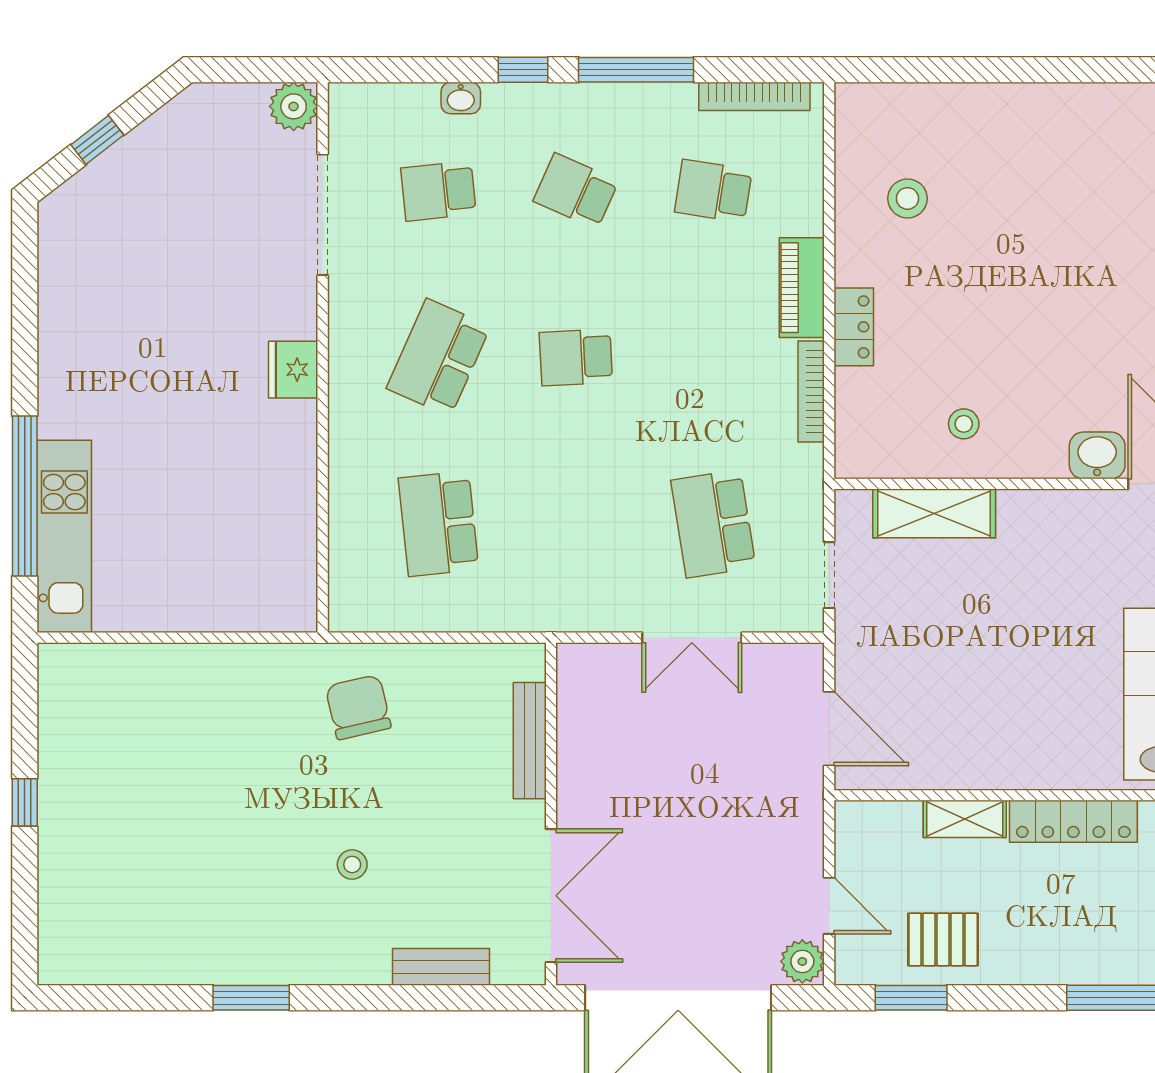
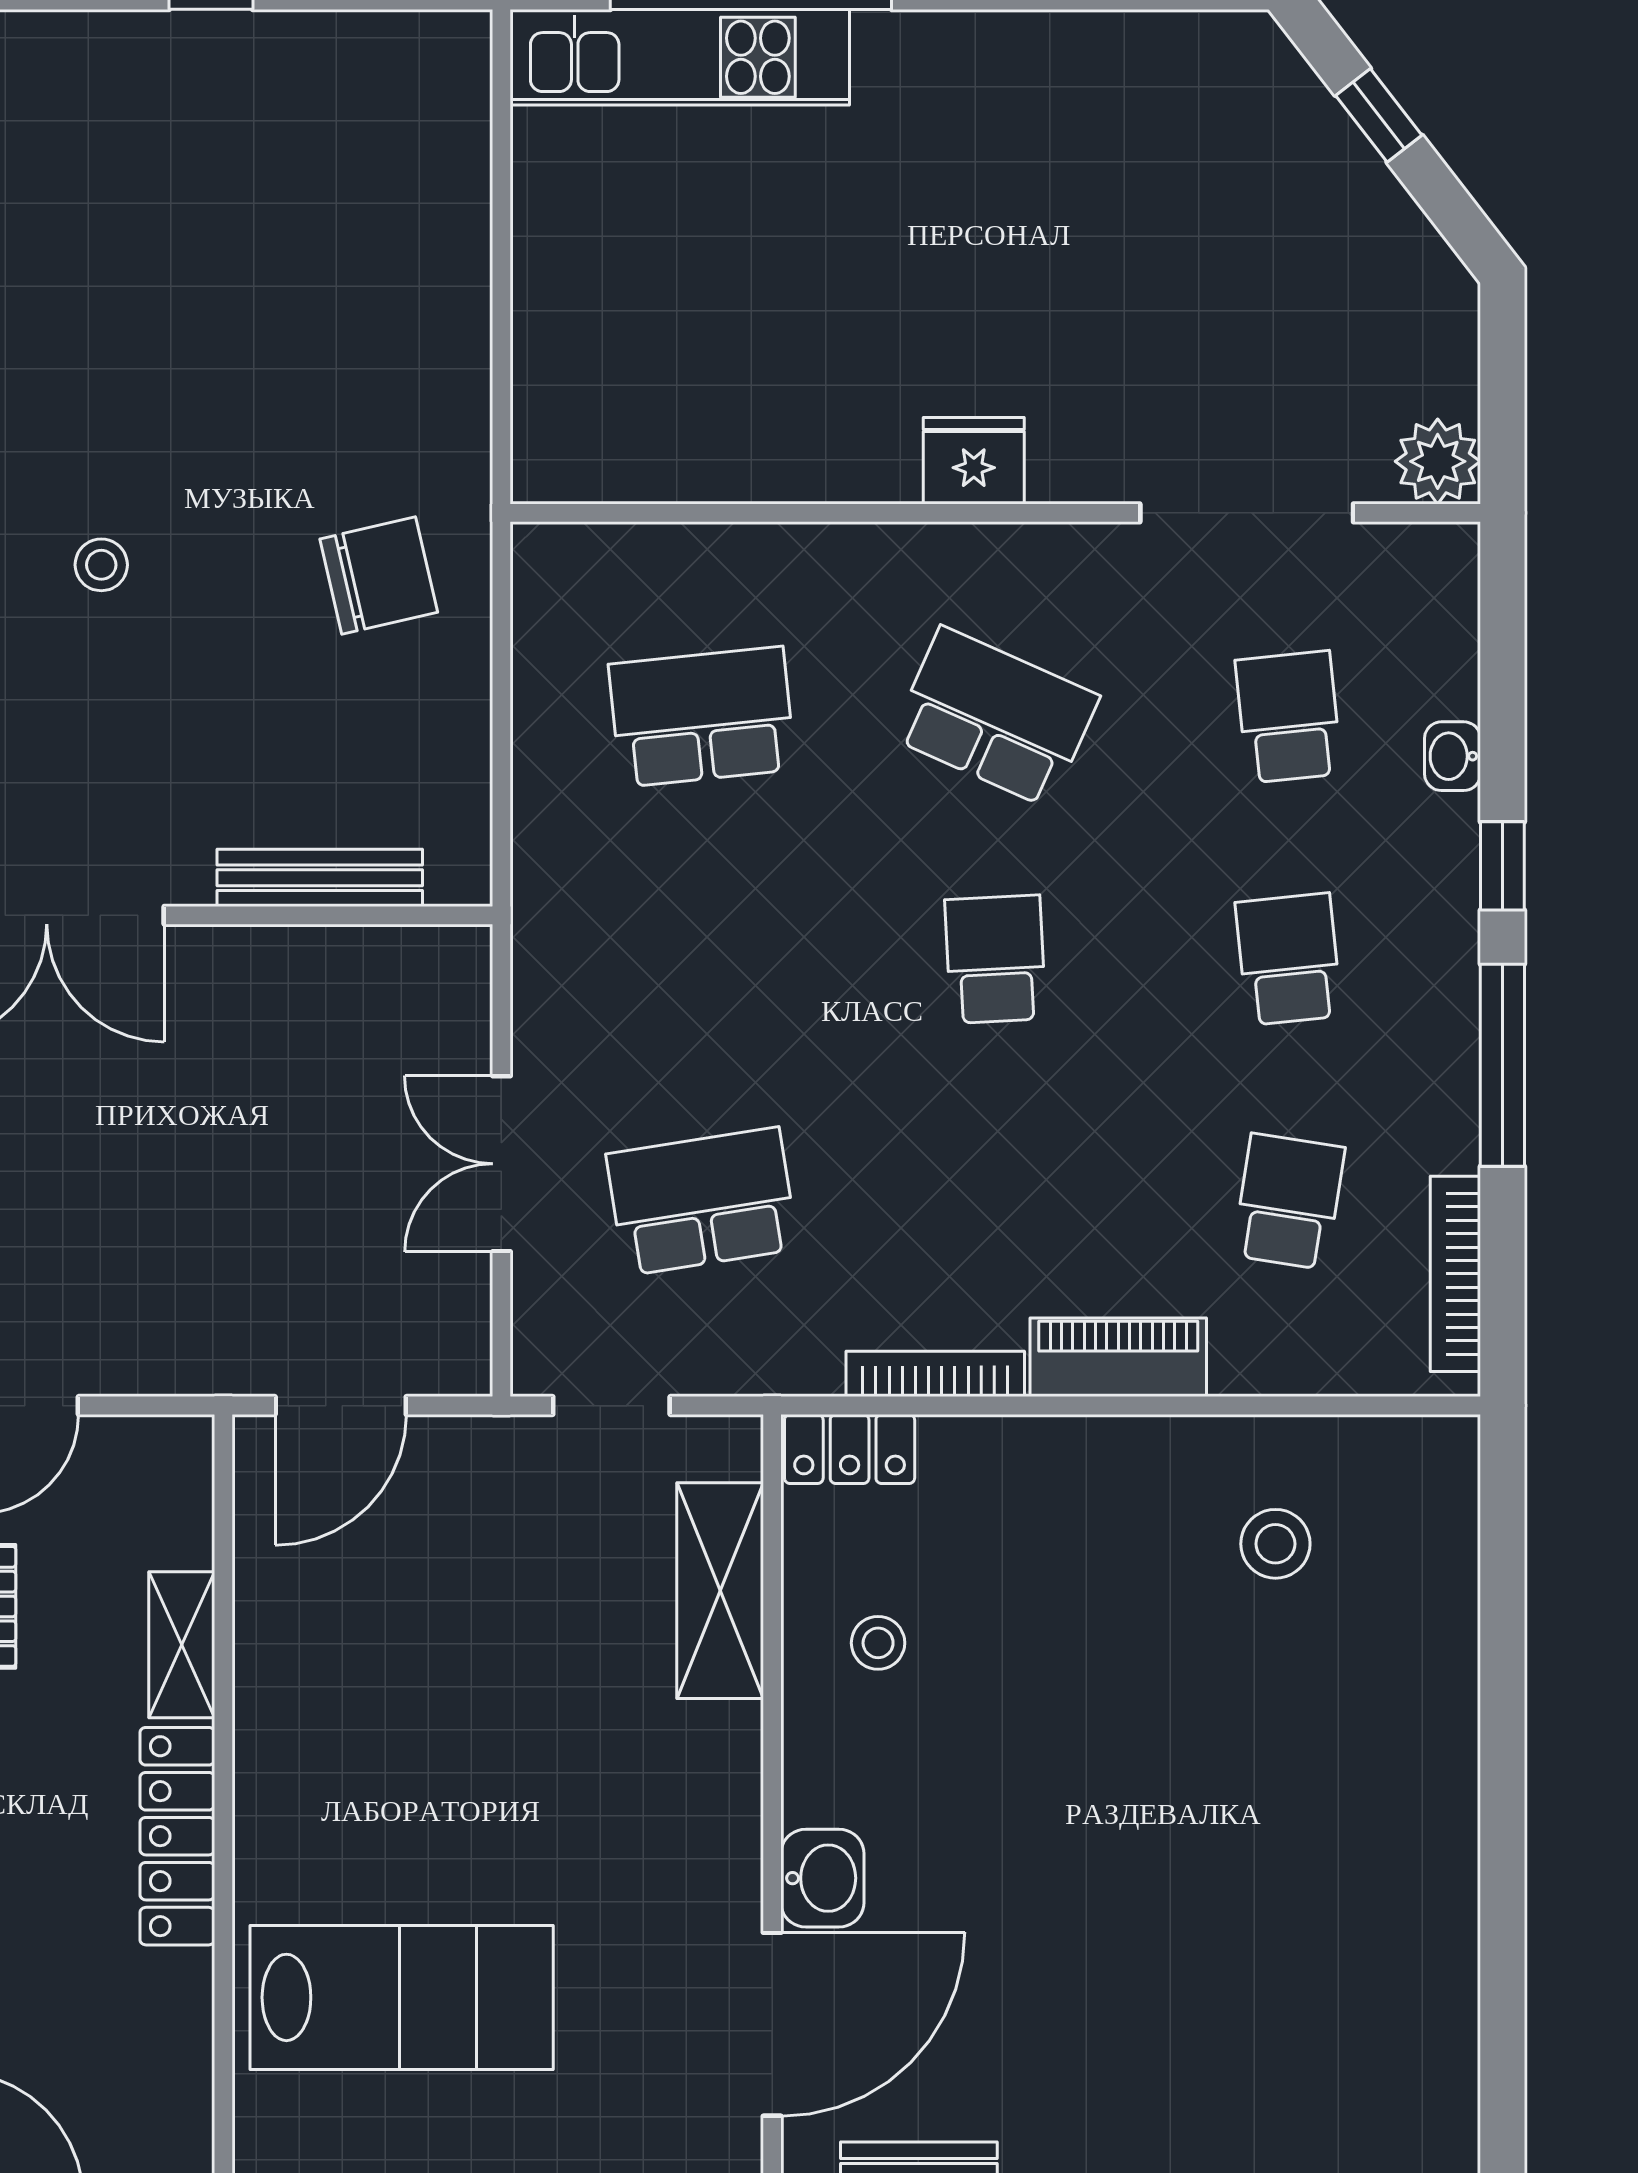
school desk: (576, 191) -> (1289, 959), turned -30
locker: (854, 327) -> (850, 1449), moved

